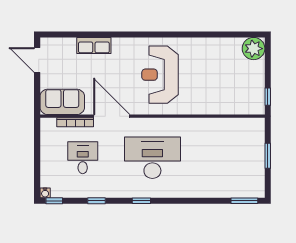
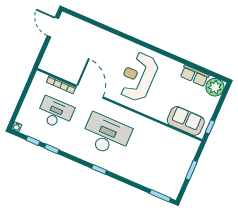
row of seats: (94, 45) -> (195, 76), moved
sofa: (62, 102) -> (186, 121), moved
desk: (83, 158) -> (55, 113), width x1.37
window: (54, 201) -> (33, 141), moved
window: (141, 201) -> (99, 169), moved

